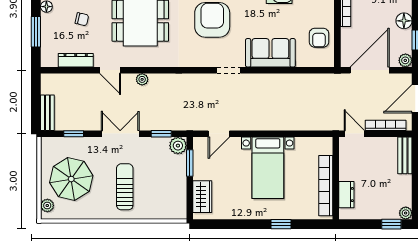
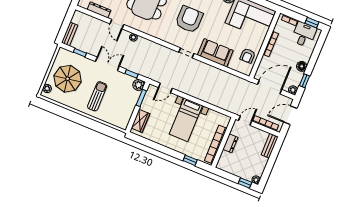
door: (354, 134) -> (245, 121), hinge flipped
dresser: (346, 195) -> (230, 143), moved
window: (281, 224) -> (190, 160), moved

